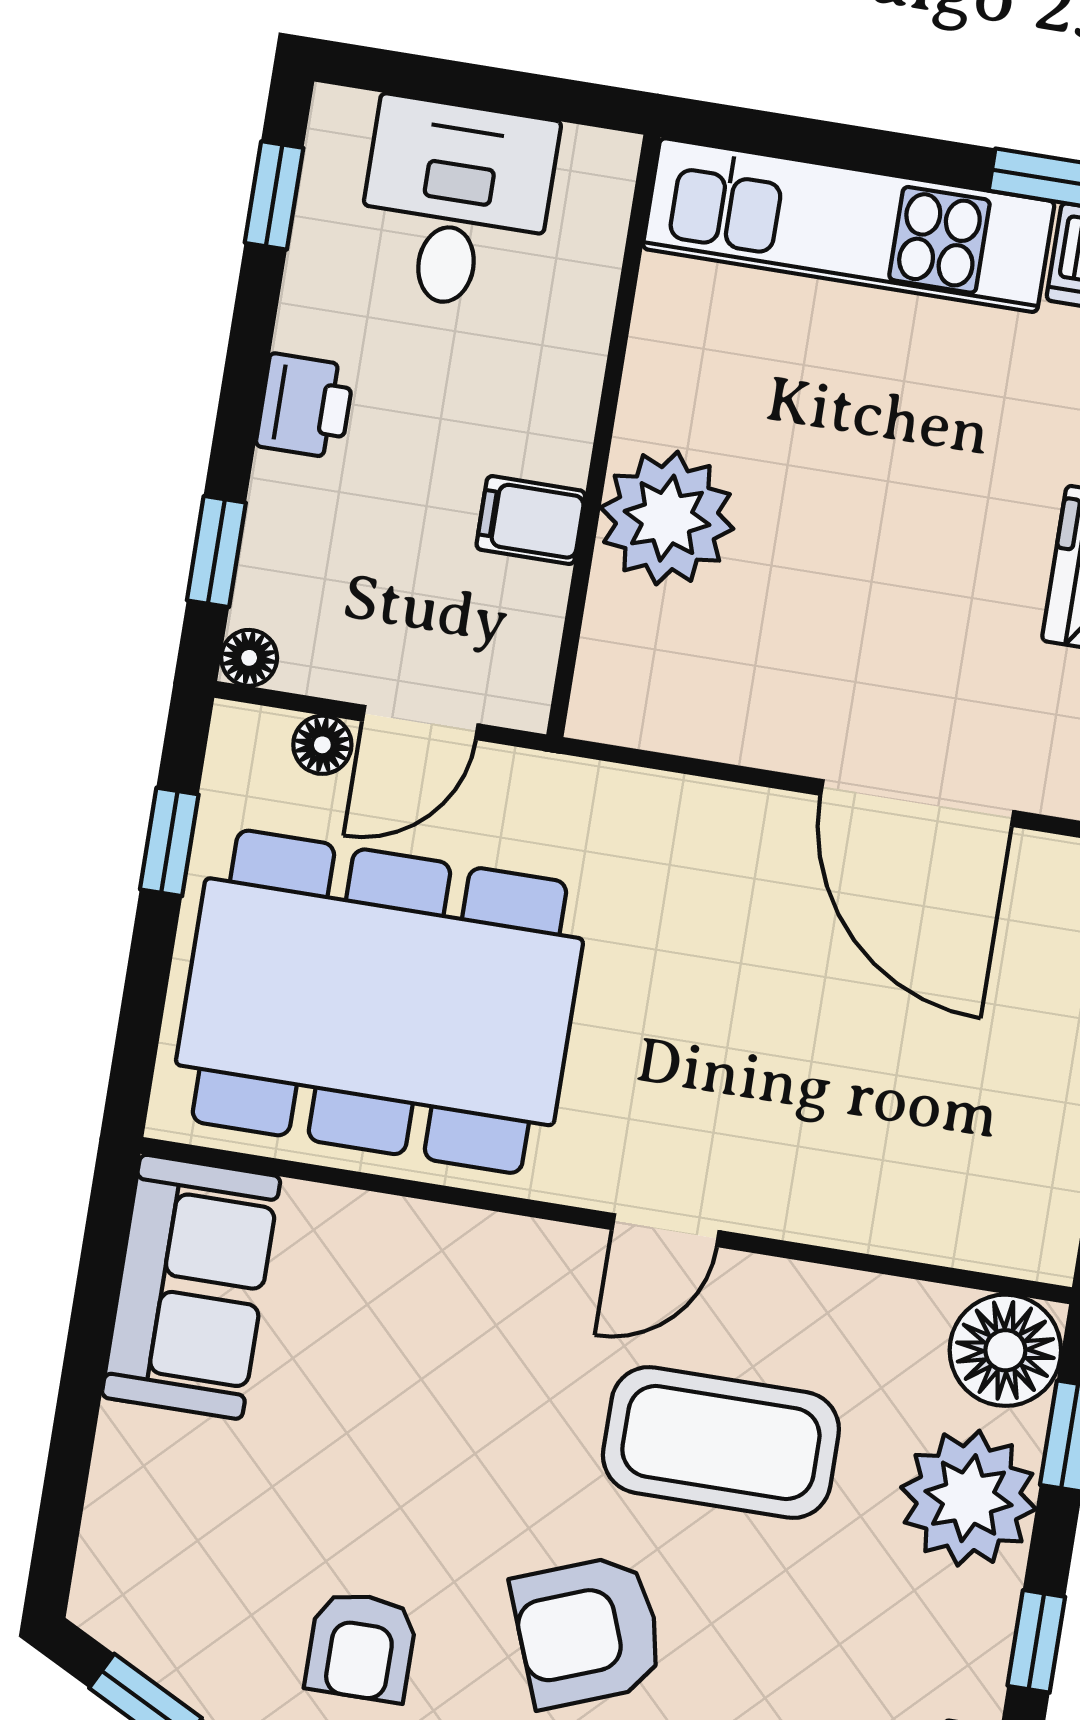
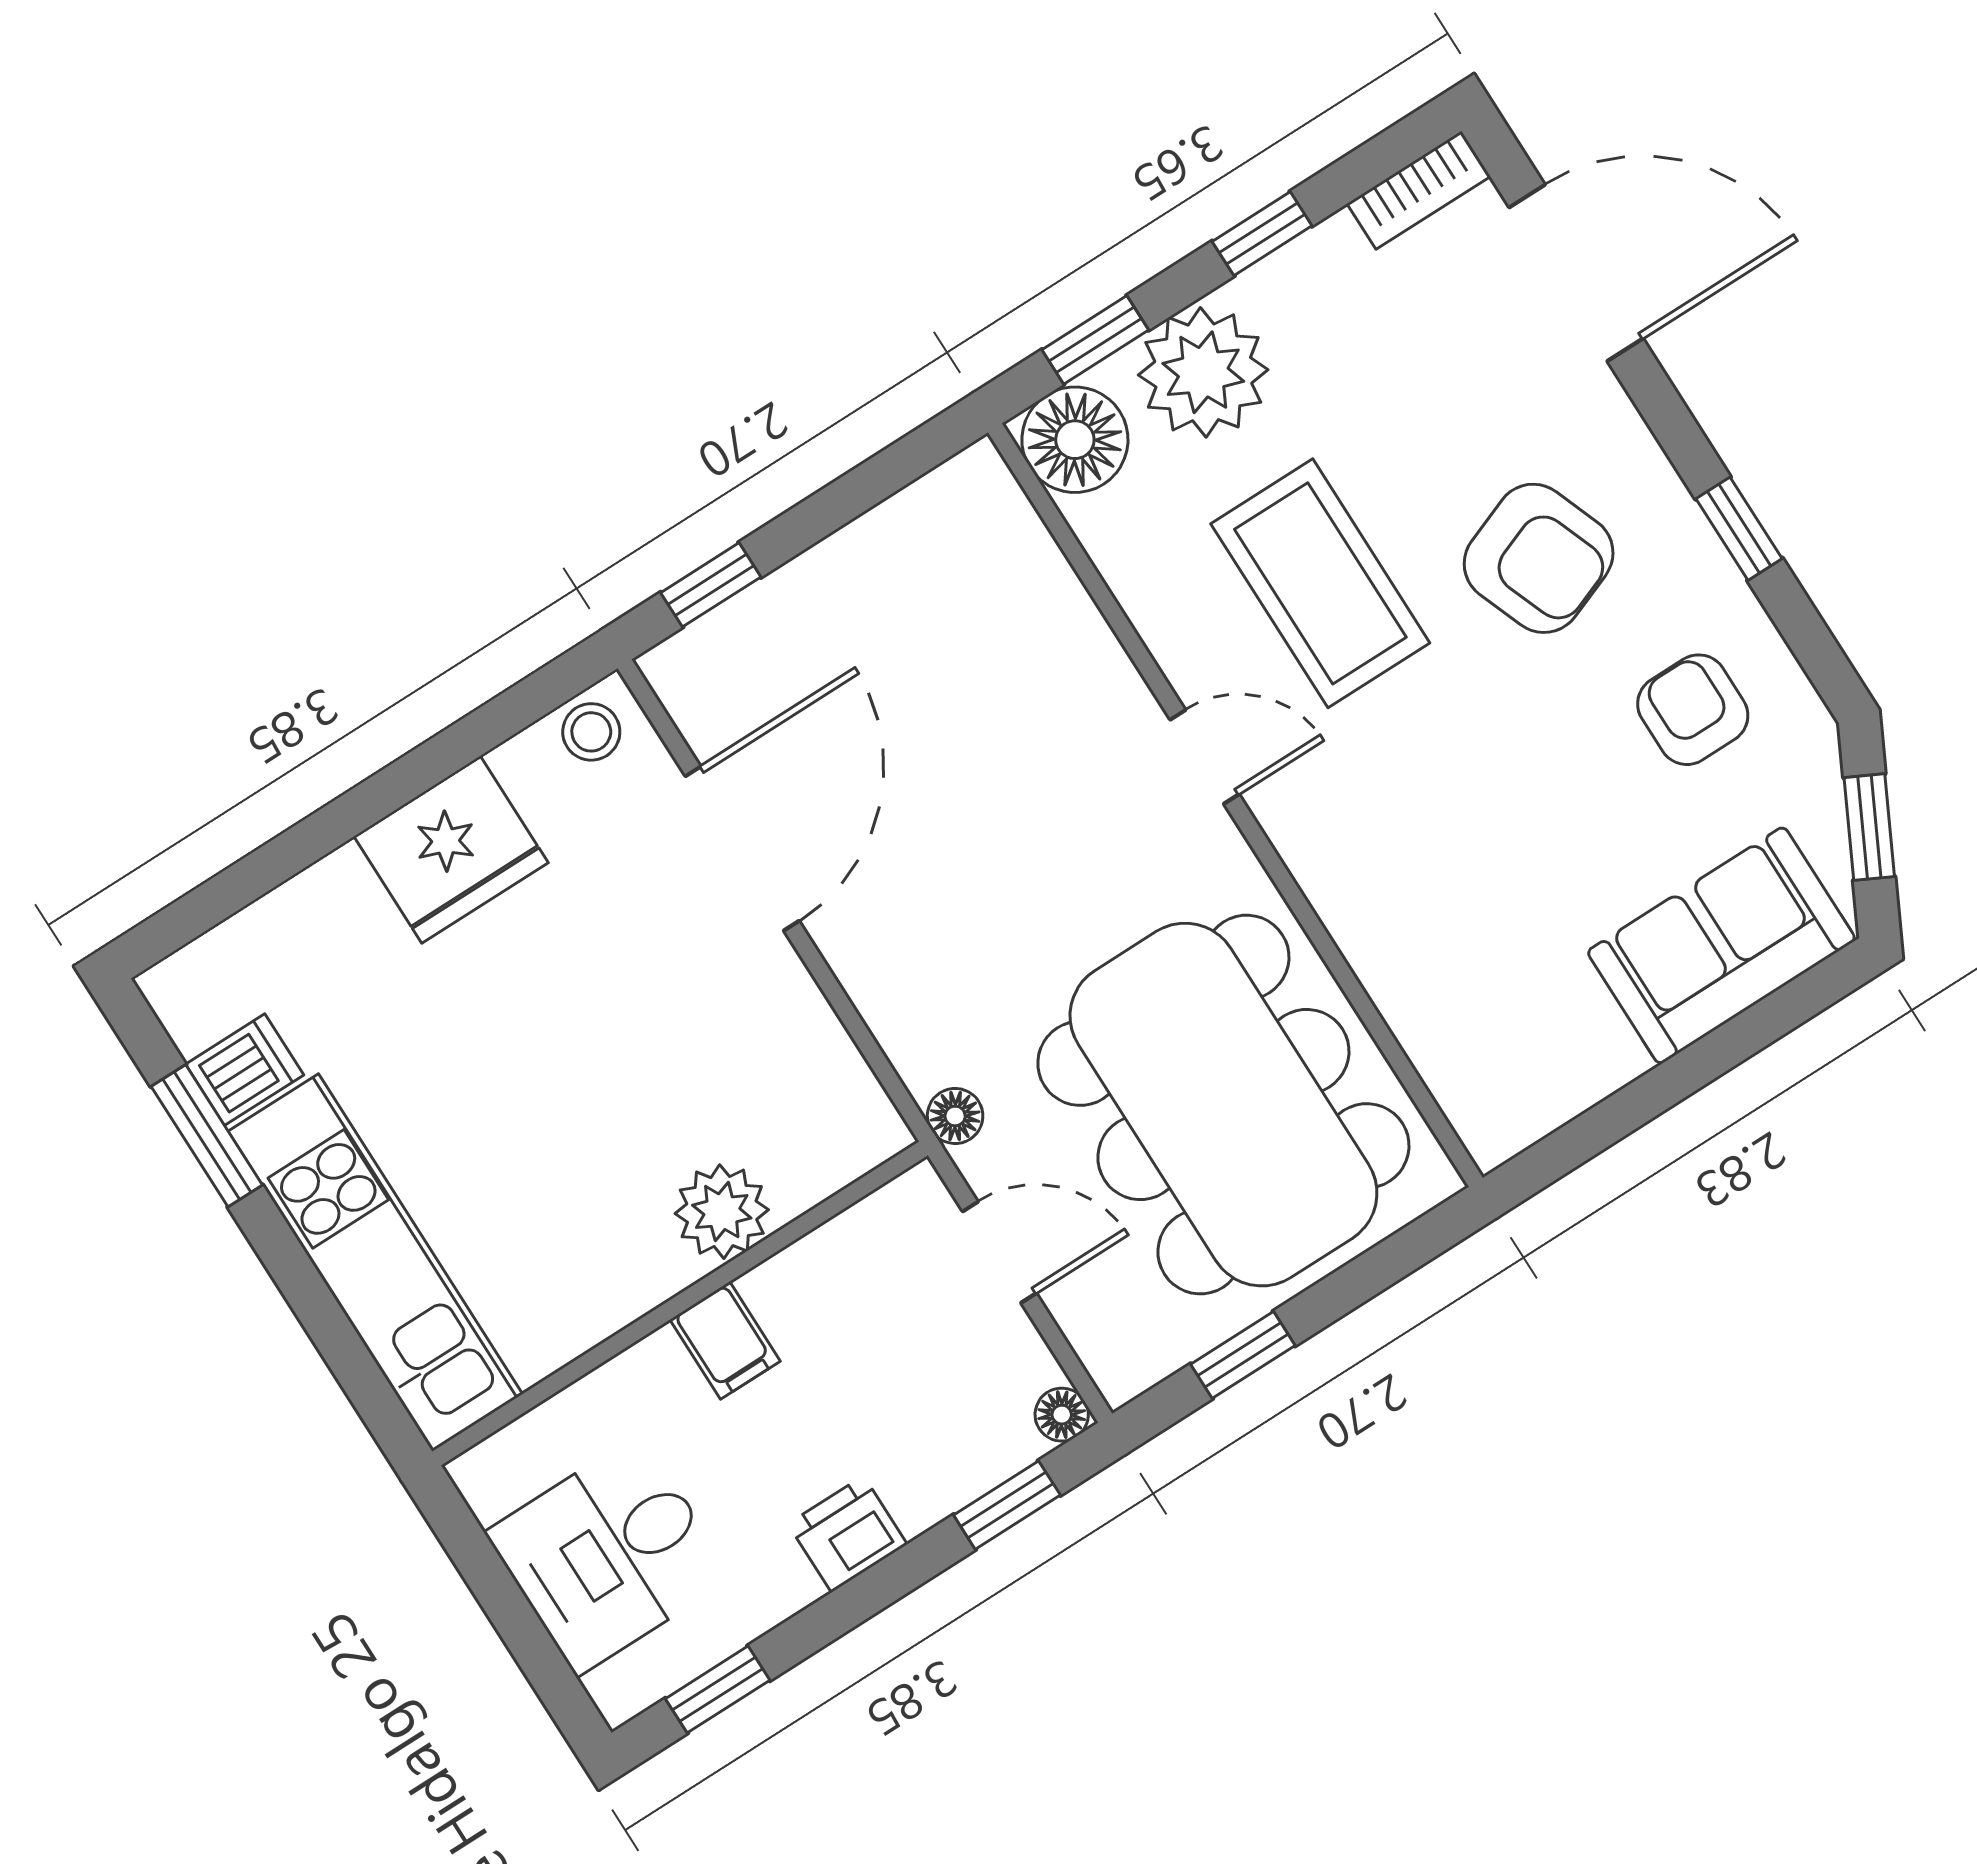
plant: (667, 518) -> (722, 1212), width x0.73, depth x0.73
filing cabinet: (531, 520) -> (725, 1340), moved
floor lamp: (322, 745) -> (955, 1116), moved
sofa: (191, 1287) -> (1721, 945), moved
armchair: (361, 1647) -> (1693, 710), turned -90

